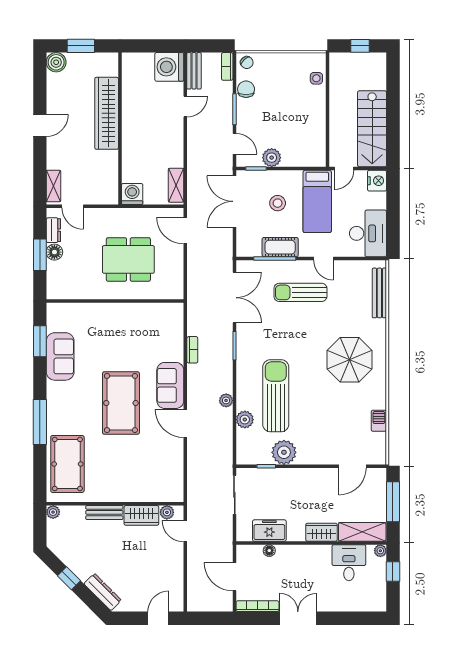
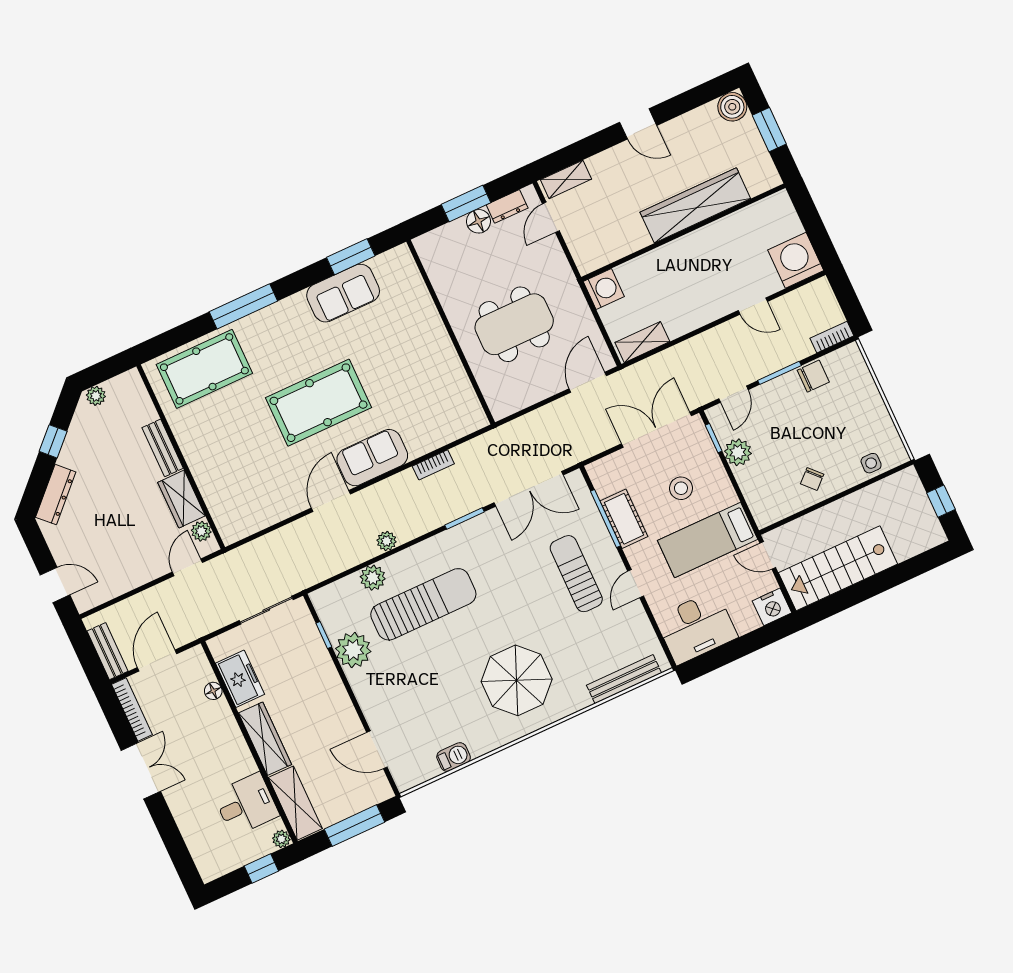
chair: (247, 63) -> (812, 479), moved
bench: (194, 71) -> (107, 651), moved, turned 90
dining table: (128, 259) -> (514, 324), turned 90
plant: (53, 512) -> (96, 396), moved
wardrobe: (322, 532) -> (265, 739), width x1.50

